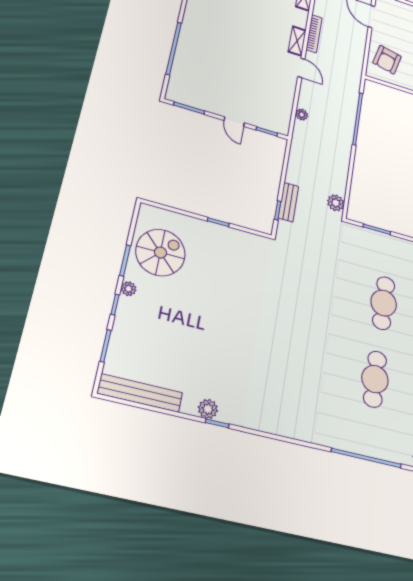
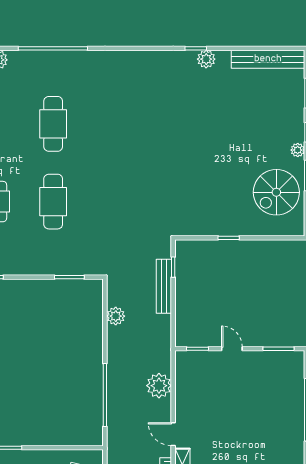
plant: (302, 115) -> (159, 386), width x1.87, depth x1.87
bench: (288, 202) -> (164, 286), width x1.36
plant: (336, 203) -> (116, 316), moved

